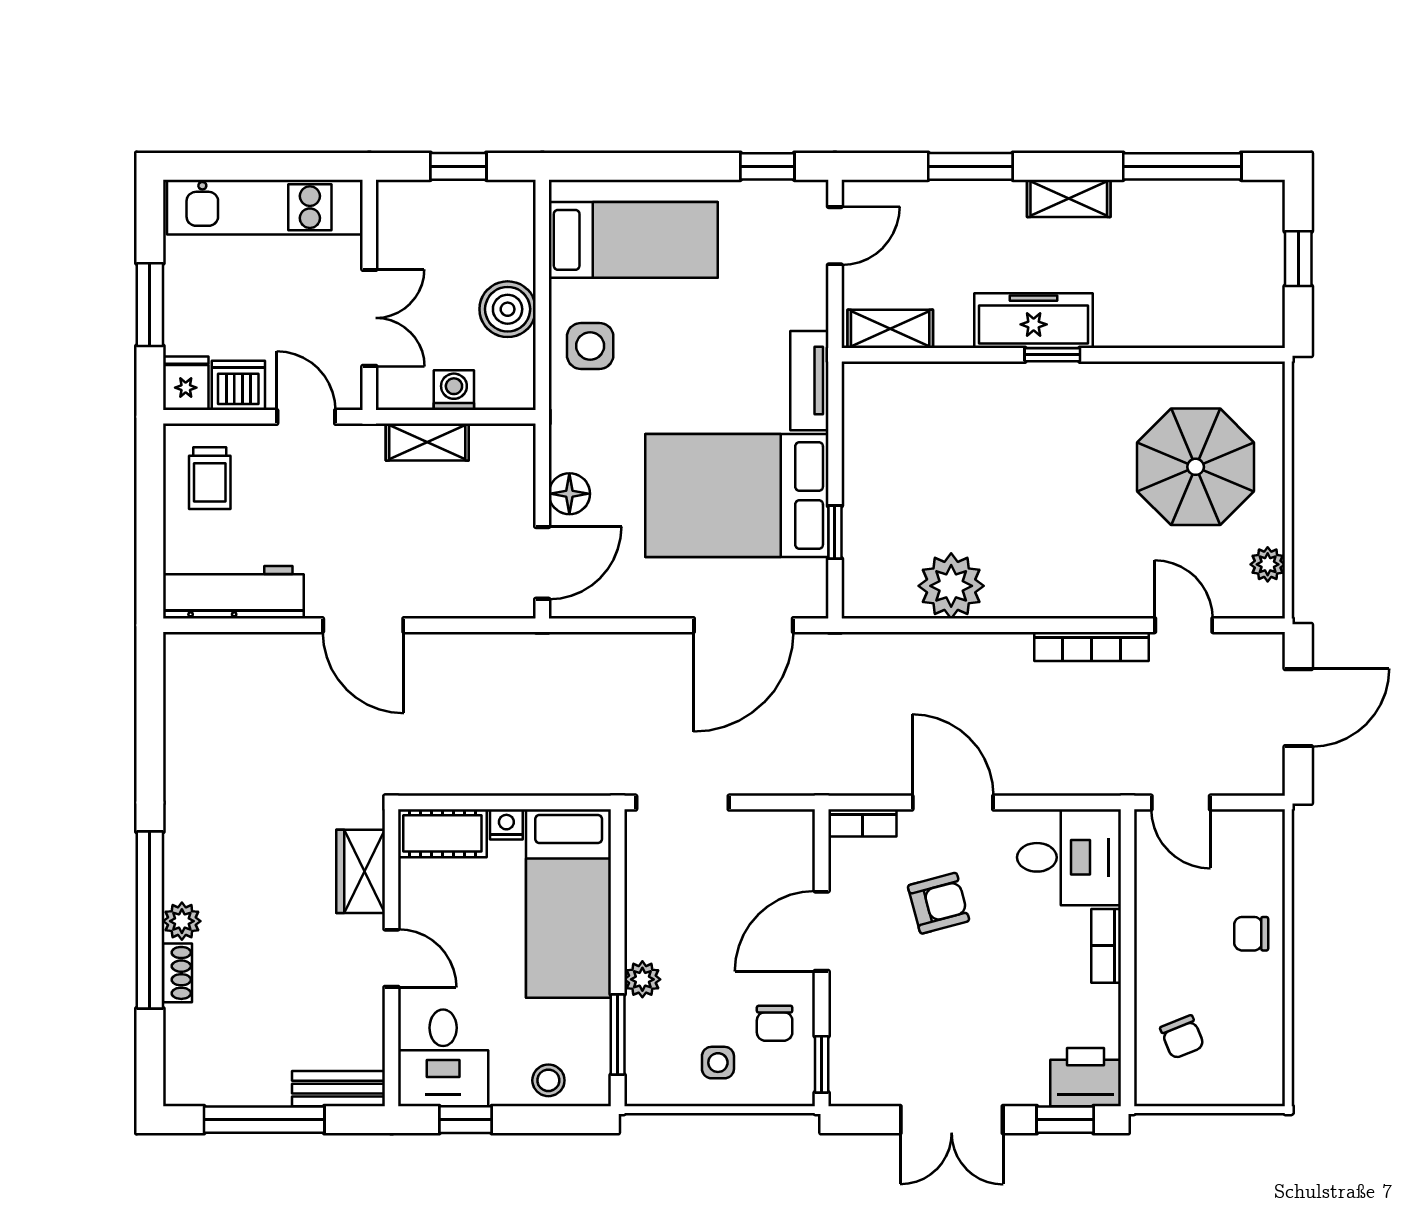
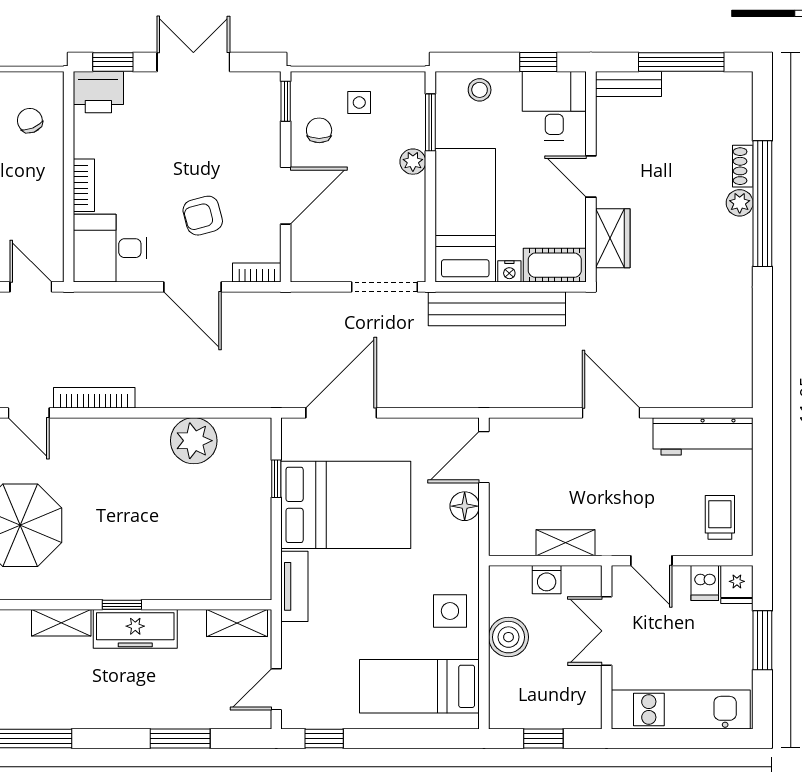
shelving: (1069, 198) -> (61, 623), moved
dishwasher: (238, 385) -> (705, 583), width x0.73
bench: (524, 772) -> (497, 309), added

